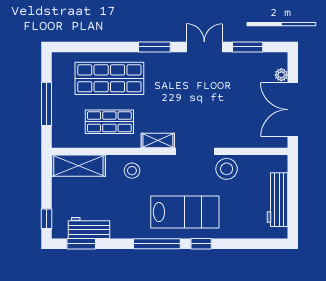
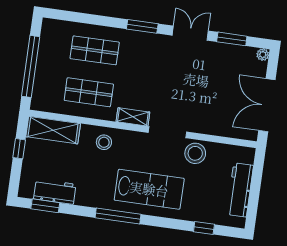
plant: (281, 75) -> (263, 55), moved
shop shelf: (109, 78) -> (95, 50), width x0.70, depth x0.74
window: (46, 104) -> (31, 66), width x1.46
window: (46, 219) -> (19, 149), moved
window: (201, 244) -> (204, 228), moved

